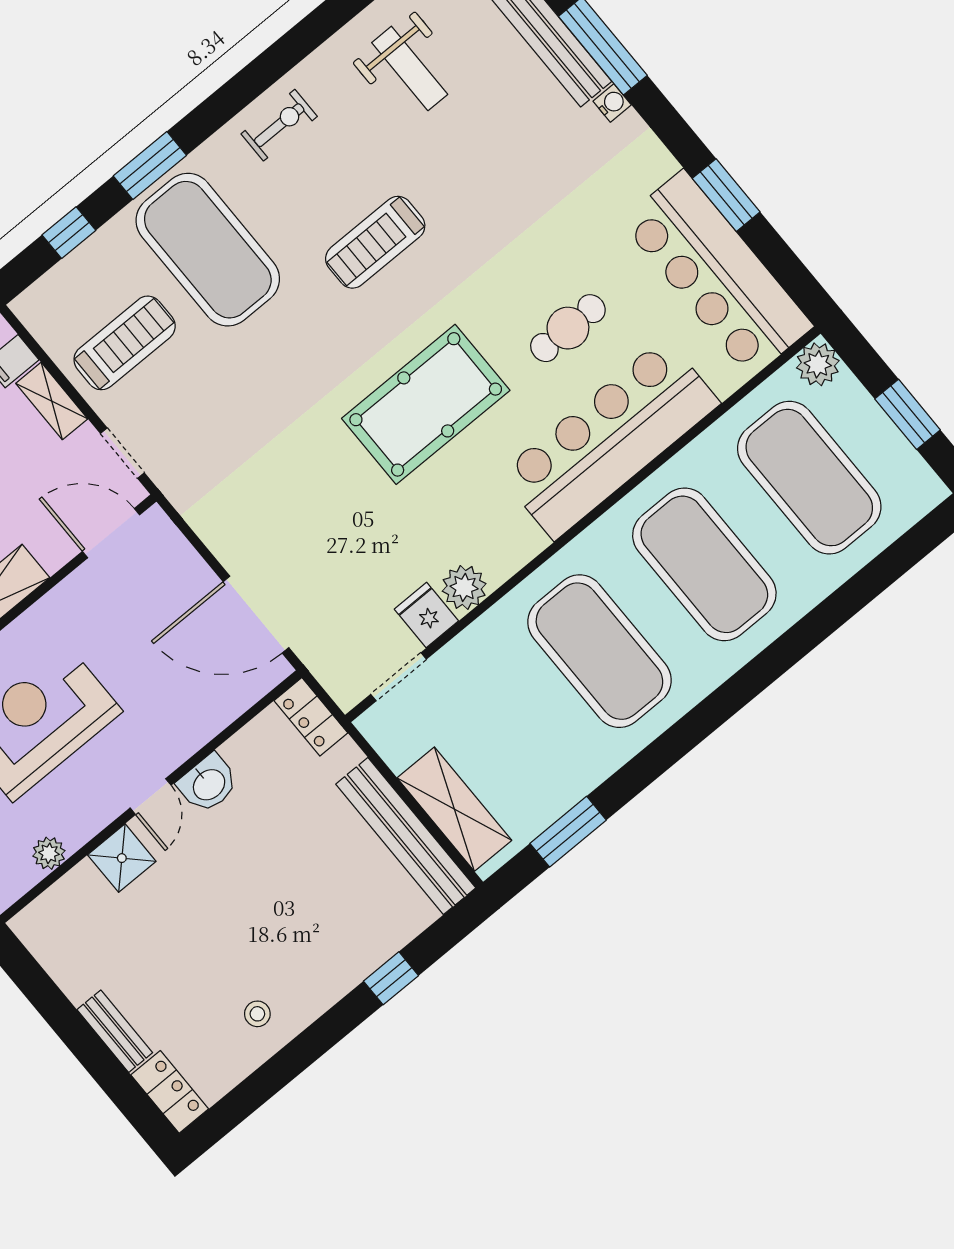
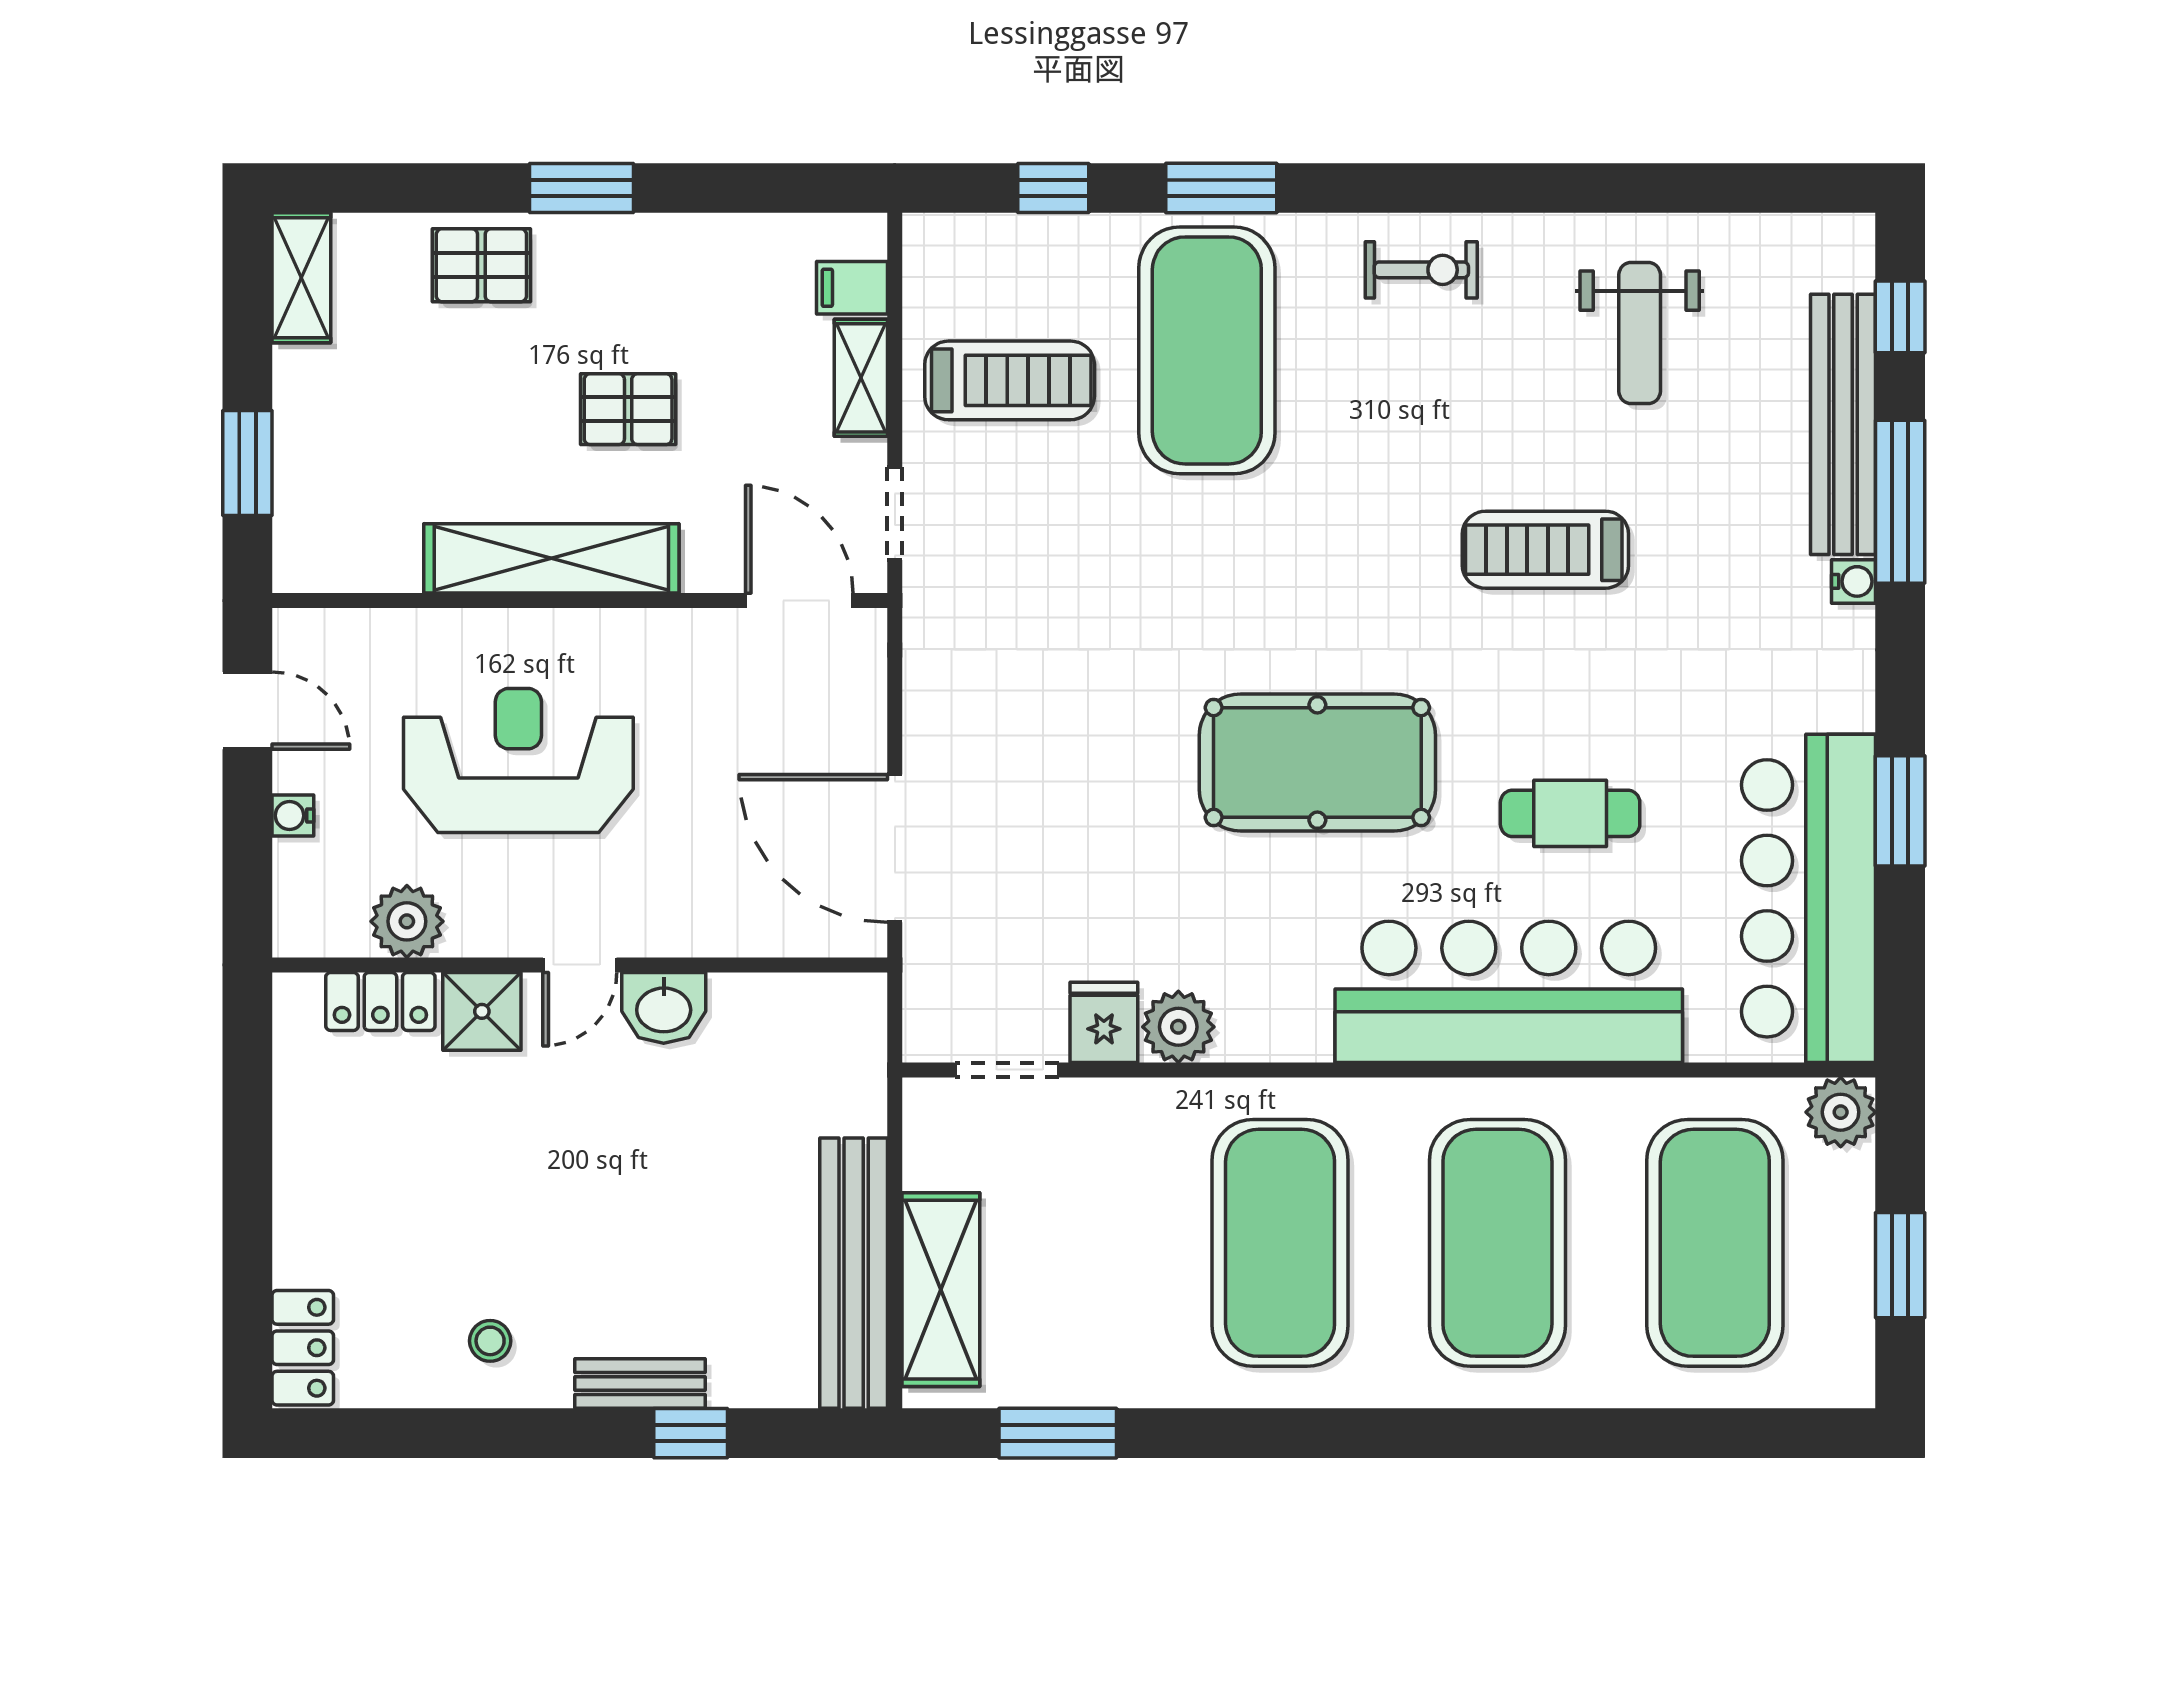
treadmill: (375, 242) -> (1545, 550), moved
locker: (311, 717) -> (380, 1001), moved, turned -90
plant: (49, 853) -> (407, 921), width x1.38, depth x1.38
bench: (115, 1031) -> (640, 1384), moved, turned 90

